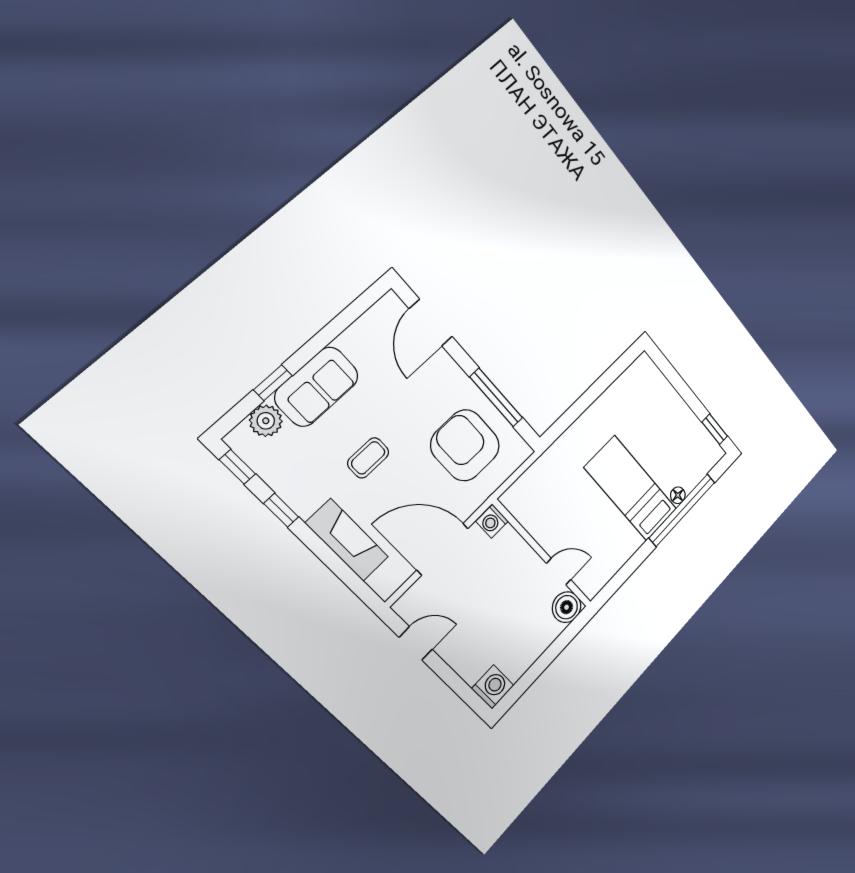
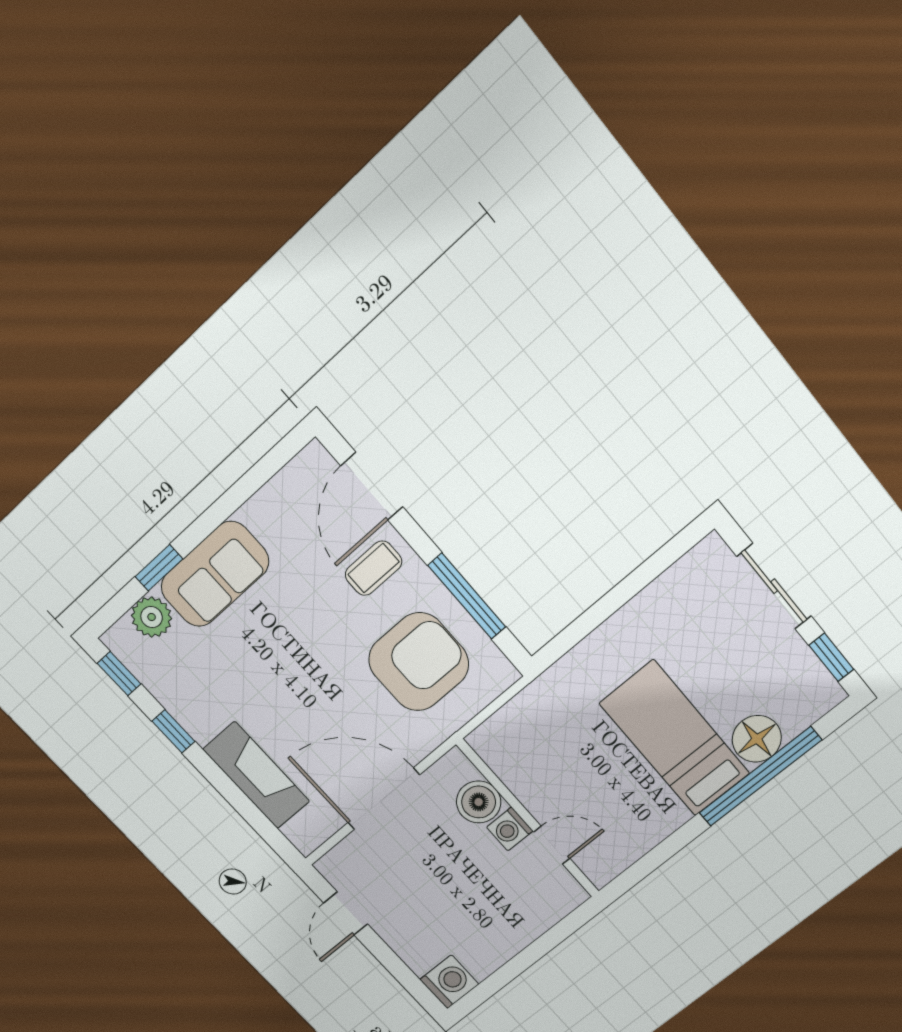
sliding door: (680, 386) -> (774, 586), added
armchair: (465, 445) -> (419, 662), turned 90
coffee table: (368, 458) -> (373, 568), moved
floor lamp: (678, 495) -> (757, 739), width x1.89, depth x1.89
washing machine: (492, 521) -> (510, 829), moved
boiler: (567, 607) -> (479, 802), moved
door: (416, 643) -> (346, 913), swing flipped

